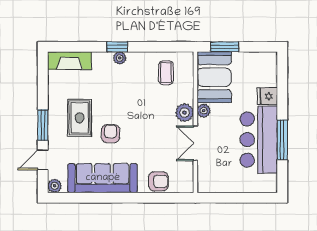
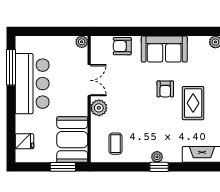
fridge: (267, 96) -> (25, 141), moved
plant: (204, 111) -> (82, 42), moved
window: (282, 140) -> (11, 67), moved
sofa: (103, 178) -> (164, 49), width x0.73

